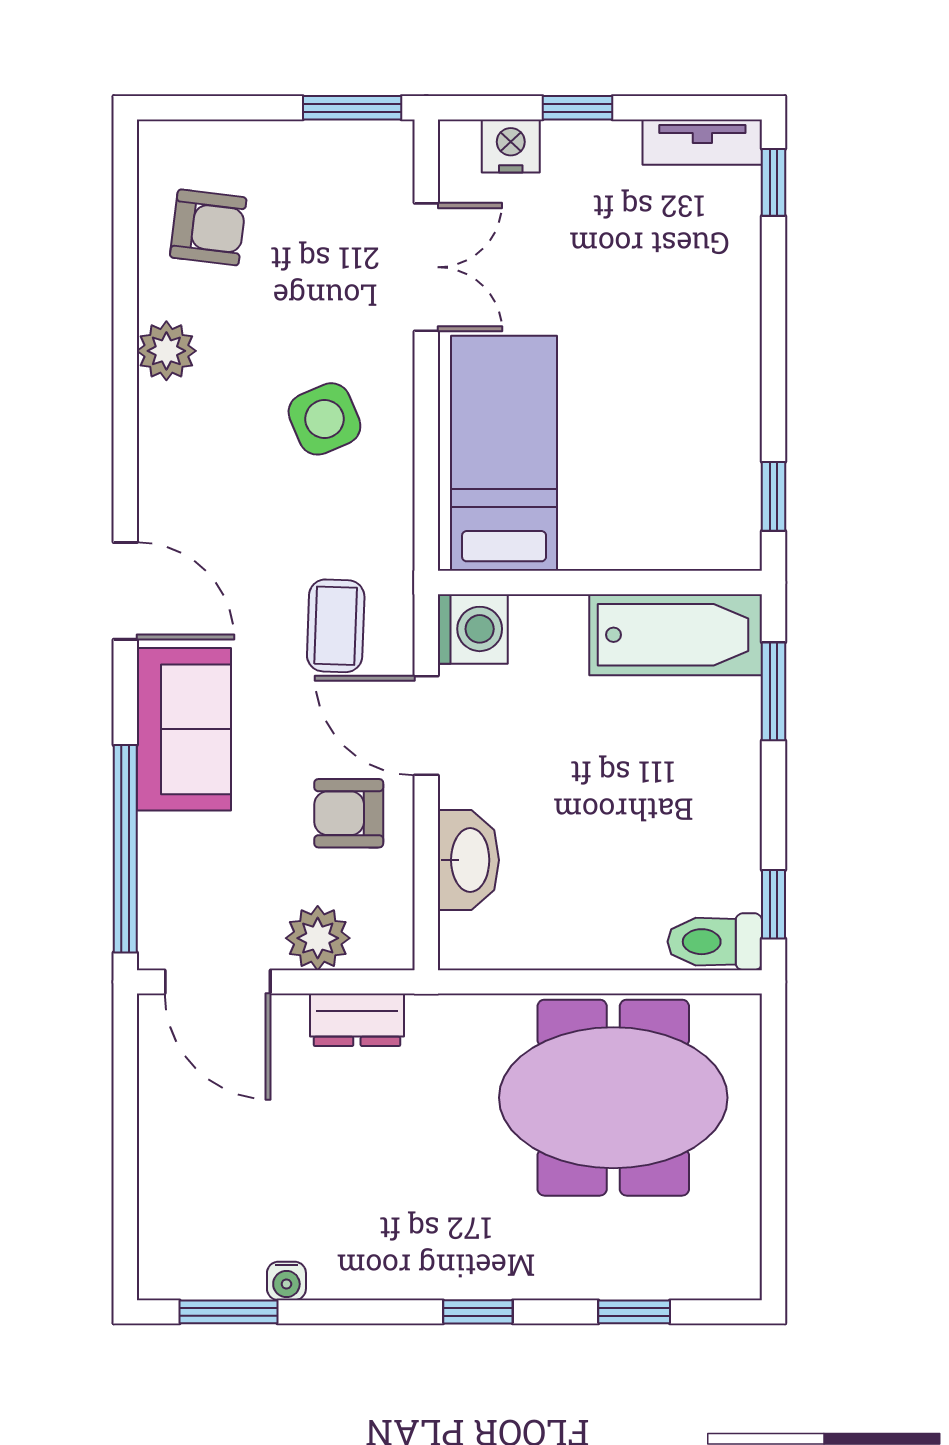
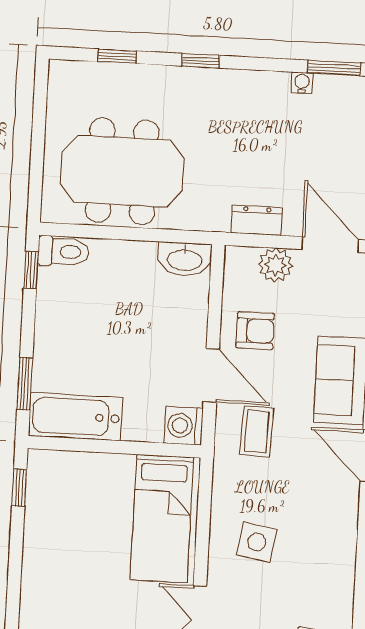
plant: (166, 351) -> (339, 583), removed
side table: (324, 419) -> (257, 542), turned 33
washbasin: (468, 860) -> (185, 259), moved, turned -90

